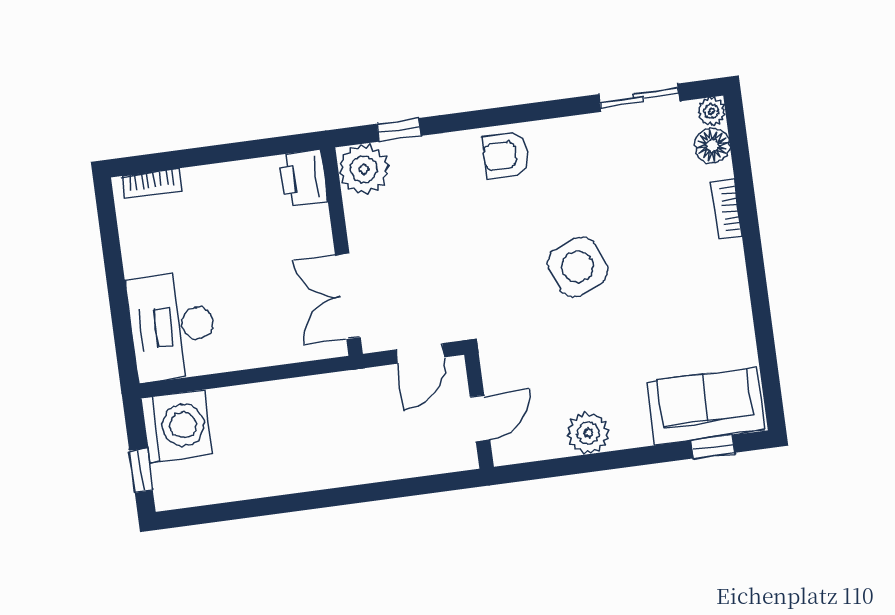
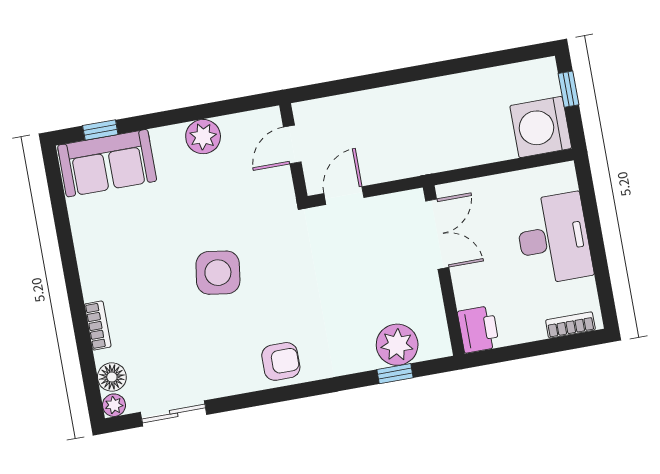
window: (399, 130) -> (395, 374), moved
printer: (303, 178) -> (478, 329), moved
wall: (342, 252) -> (444, 270), moved
side table: (578, 267) -> (218, 273), turned 30
double door: (348, 296) -> (437, 234), moved
desk: (172, 327) -> (554, 239), moved

